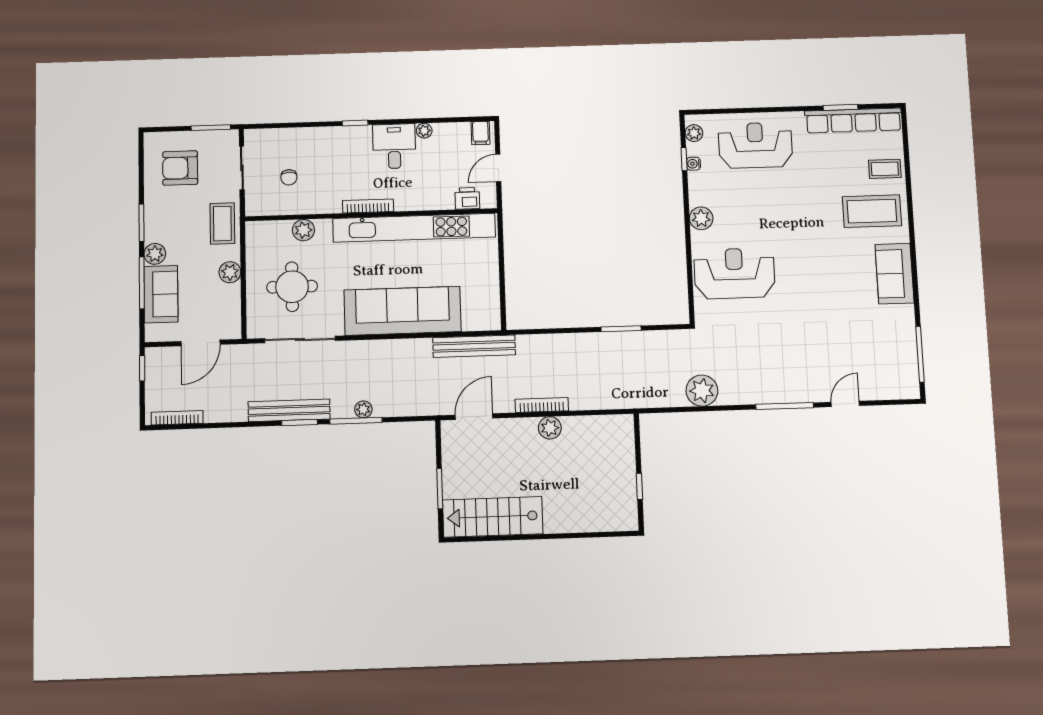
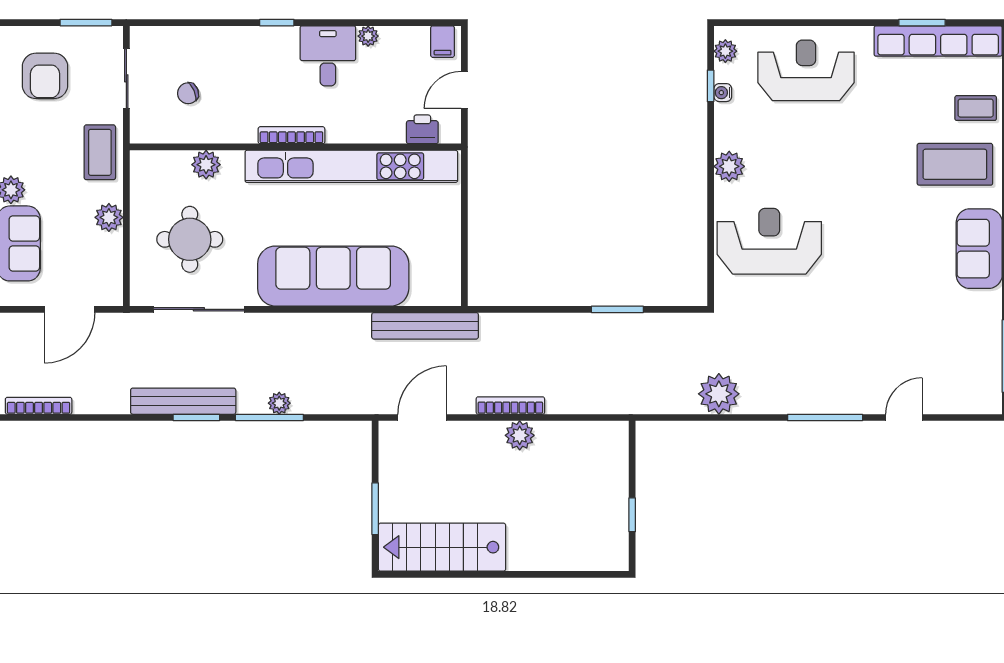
armchair: (180, 168) -> (45, 76), turned -90
chair: (289, 177) -> (188, 93), turned 67

